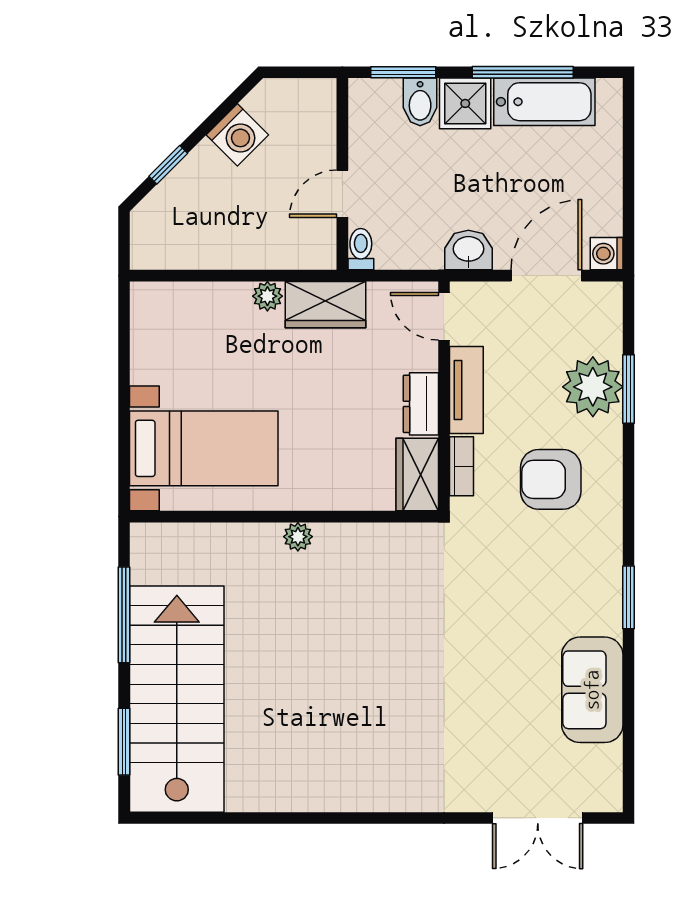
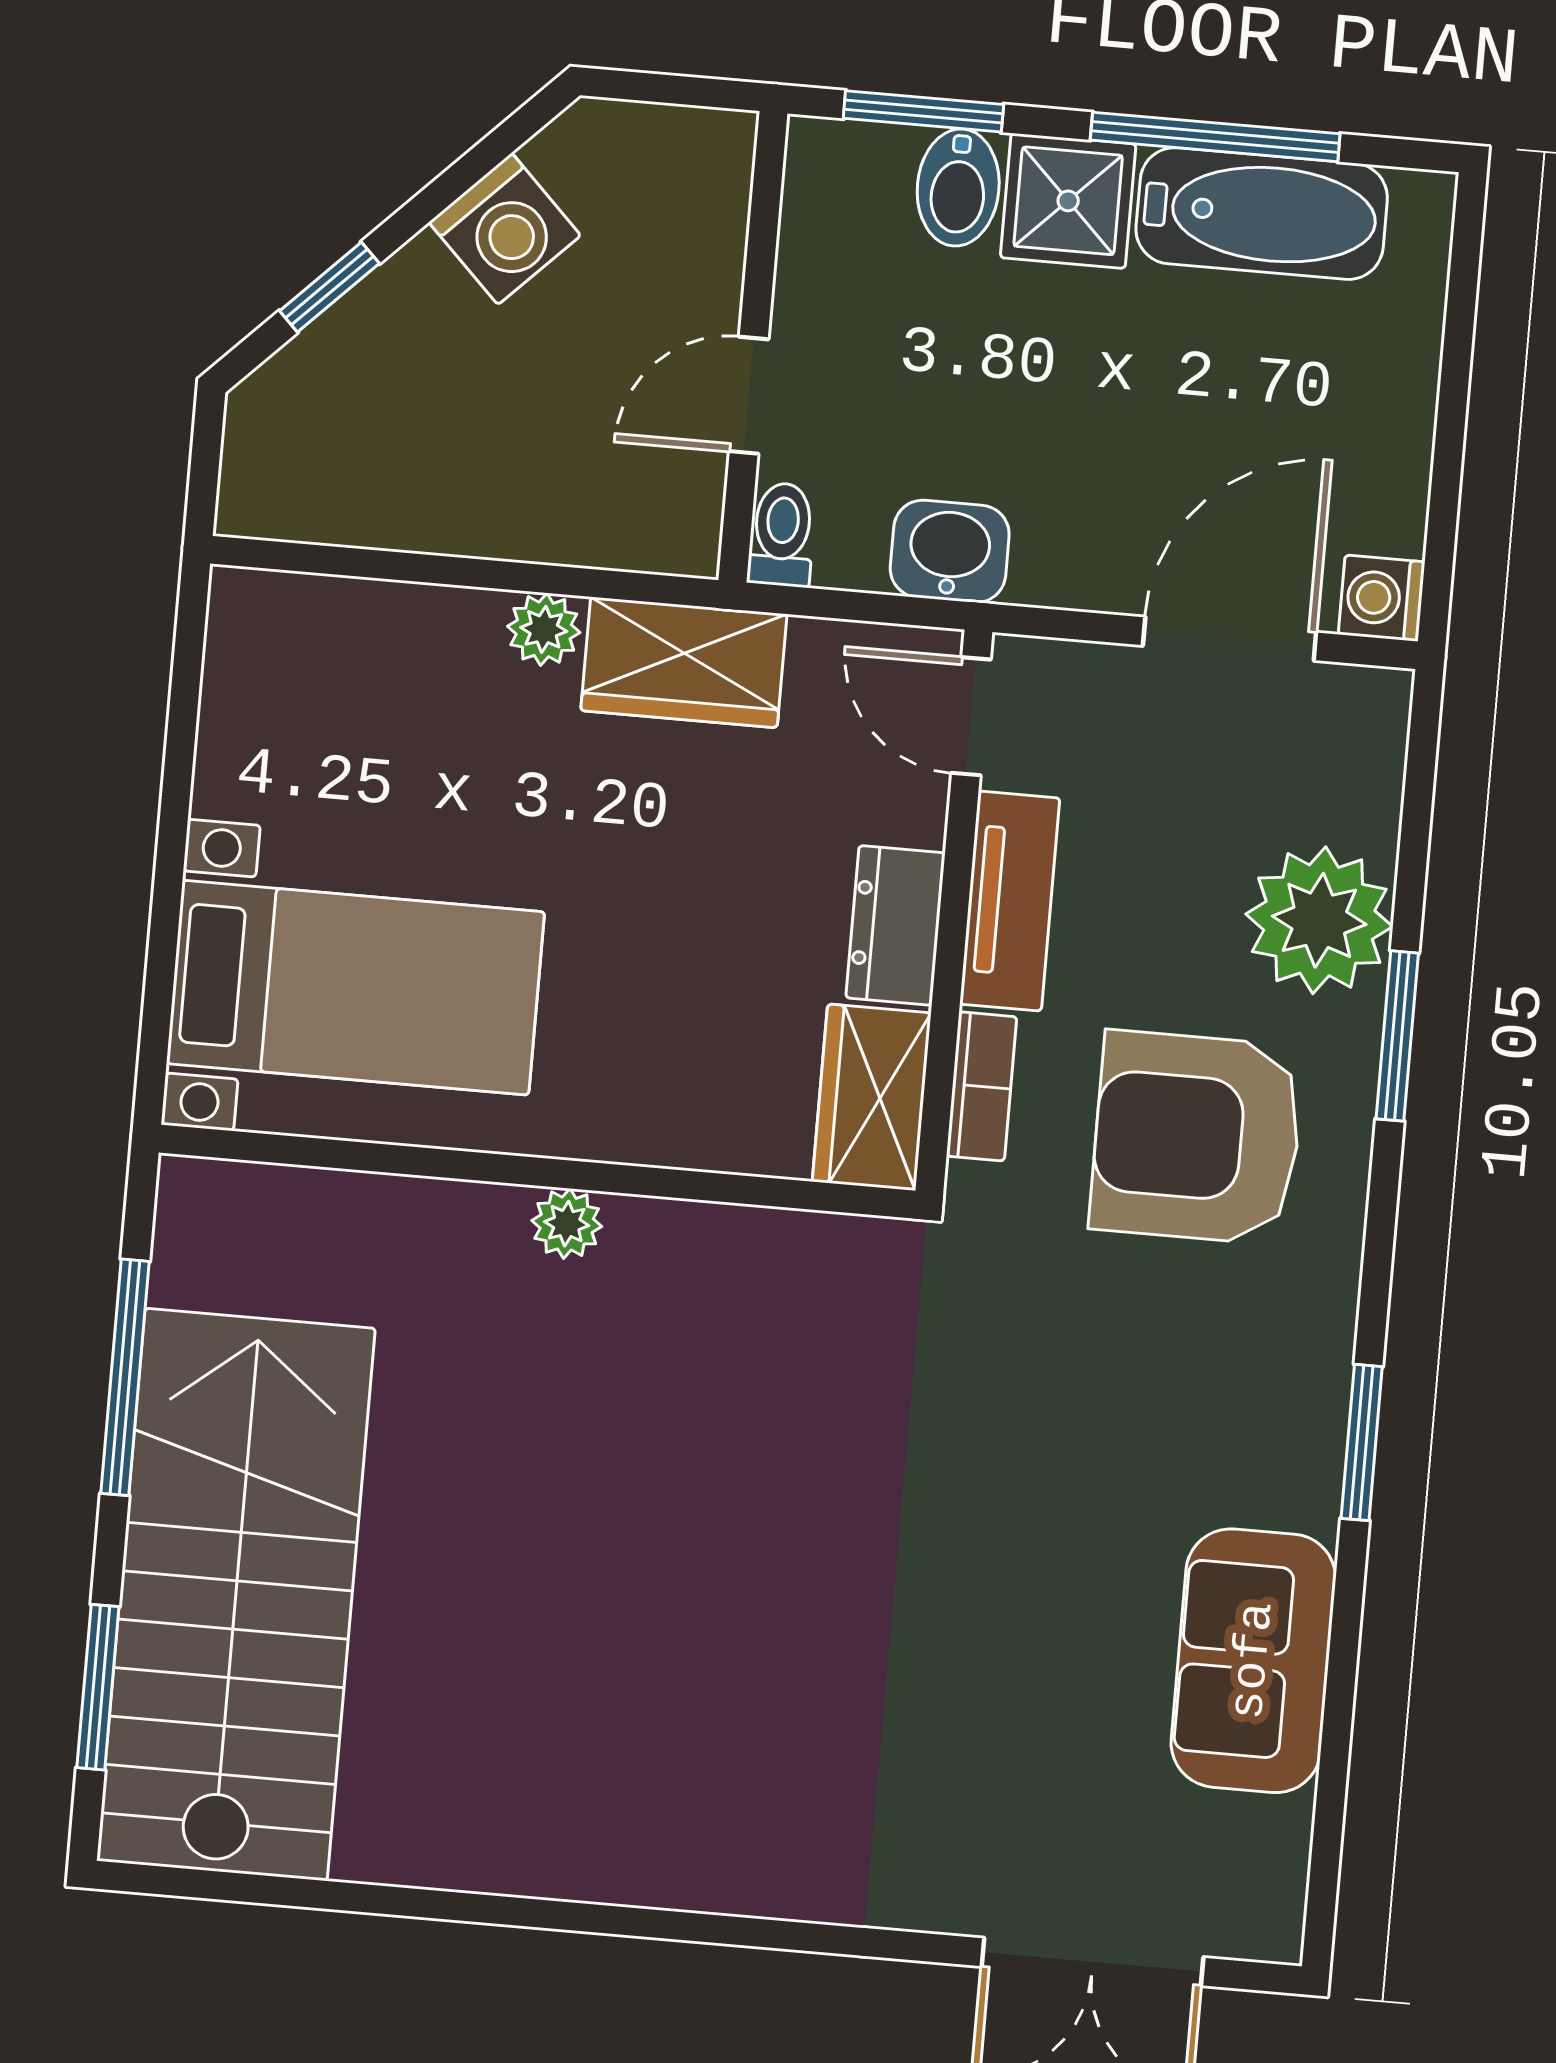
washbasin: (468, 250) -> (950, 551), moved
window: (629, 389) -> (1397, 1036), moved
armchair: (551, 479) -> (1197, 1138), width x1.36, depth x1.36

